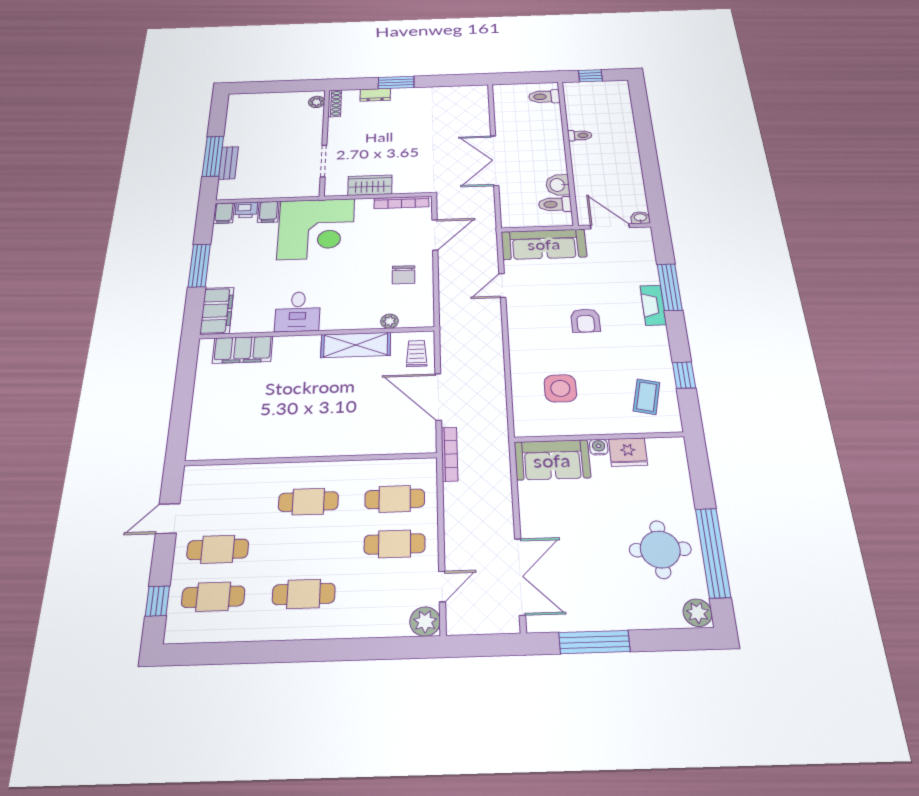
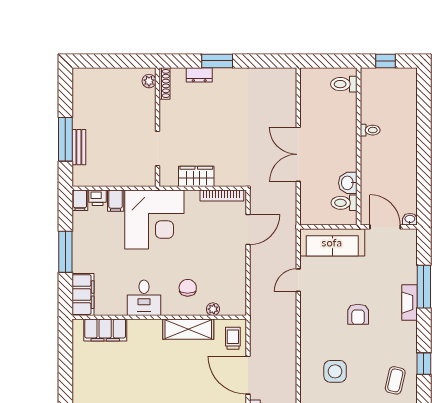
chair: (404, 275) -> (188, 288), moved, turned 180

